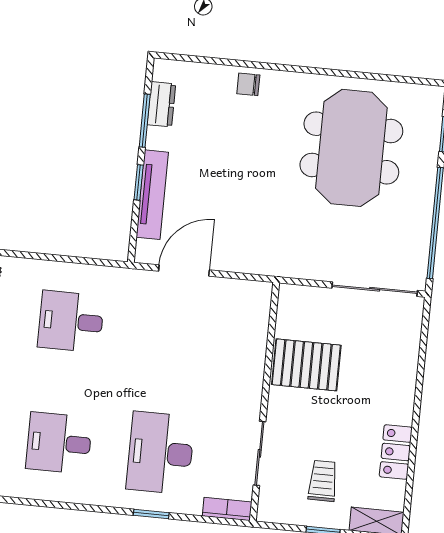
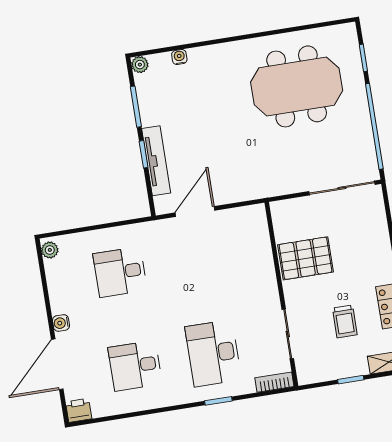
plant: (163, 70) -> (140, 65), added
water cooler: (215, 73) -> (179, 57), added
chair: (248, 84) -> (207, 59), removed
dresser: (161, 104) -> (145, 91), removed
meeting table: (351, 148) -> (297, 86), turned 90
trolley: (323, 481) -> (345, 321), moved, turned 180

